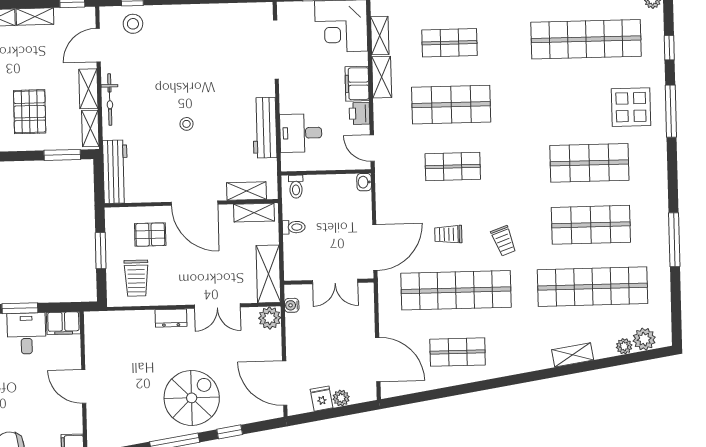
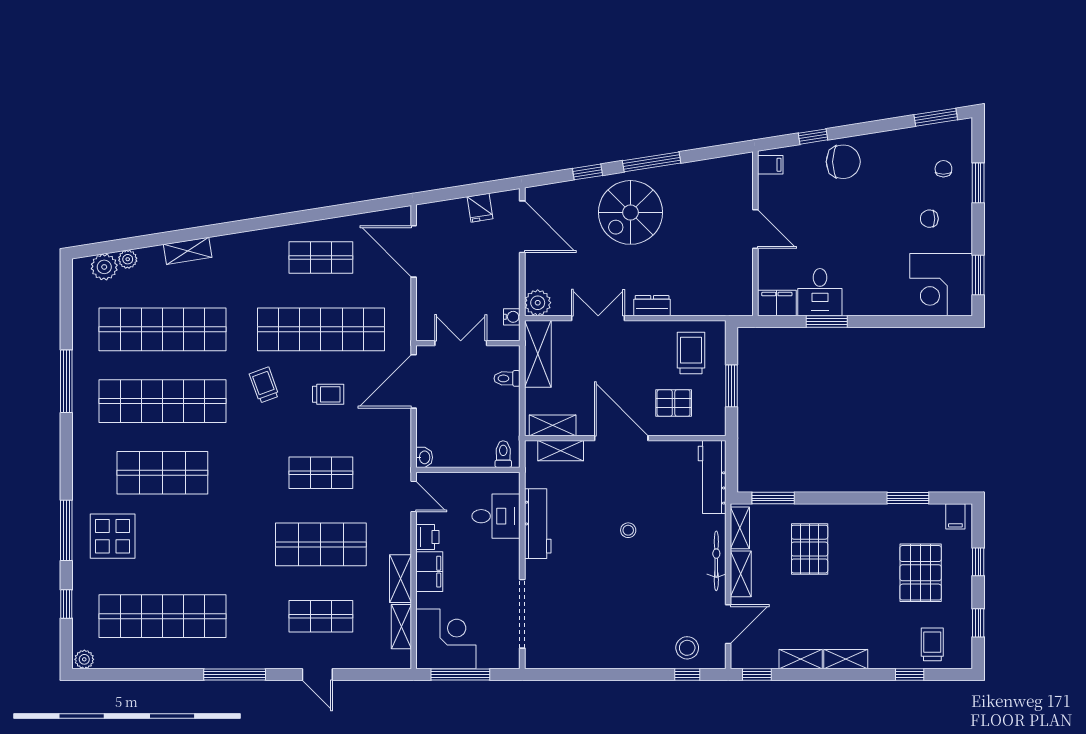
shop shelf: (591, 225) -> (162, 401), width x1.40
toilet: (294, 227) -> (507, 378), moved
plant: (341, 398) -> (457, 208), removed

